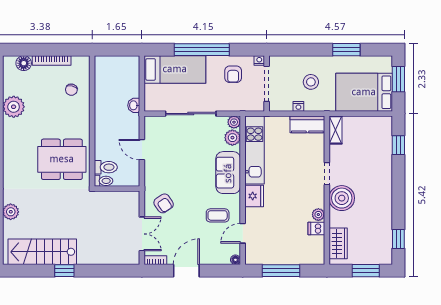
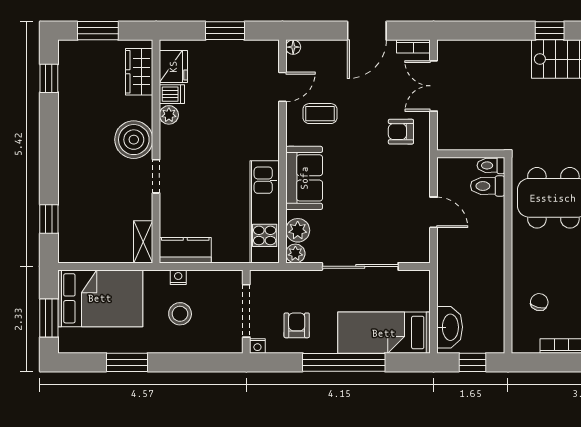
window: (116, 50) -> (473, 362), added
washbasin: (134, 105) -> (450, 327), moved, width x1.91, depth x1.45
nightstand: (298, 106) -> (178, 277), moved
fridge: (254, 196) -> (173, 67), moved, turned 180
armchair: (164, 203) -> (401, 132), turned -56
window: (281, 271) -> (225, 31), width x0.69

